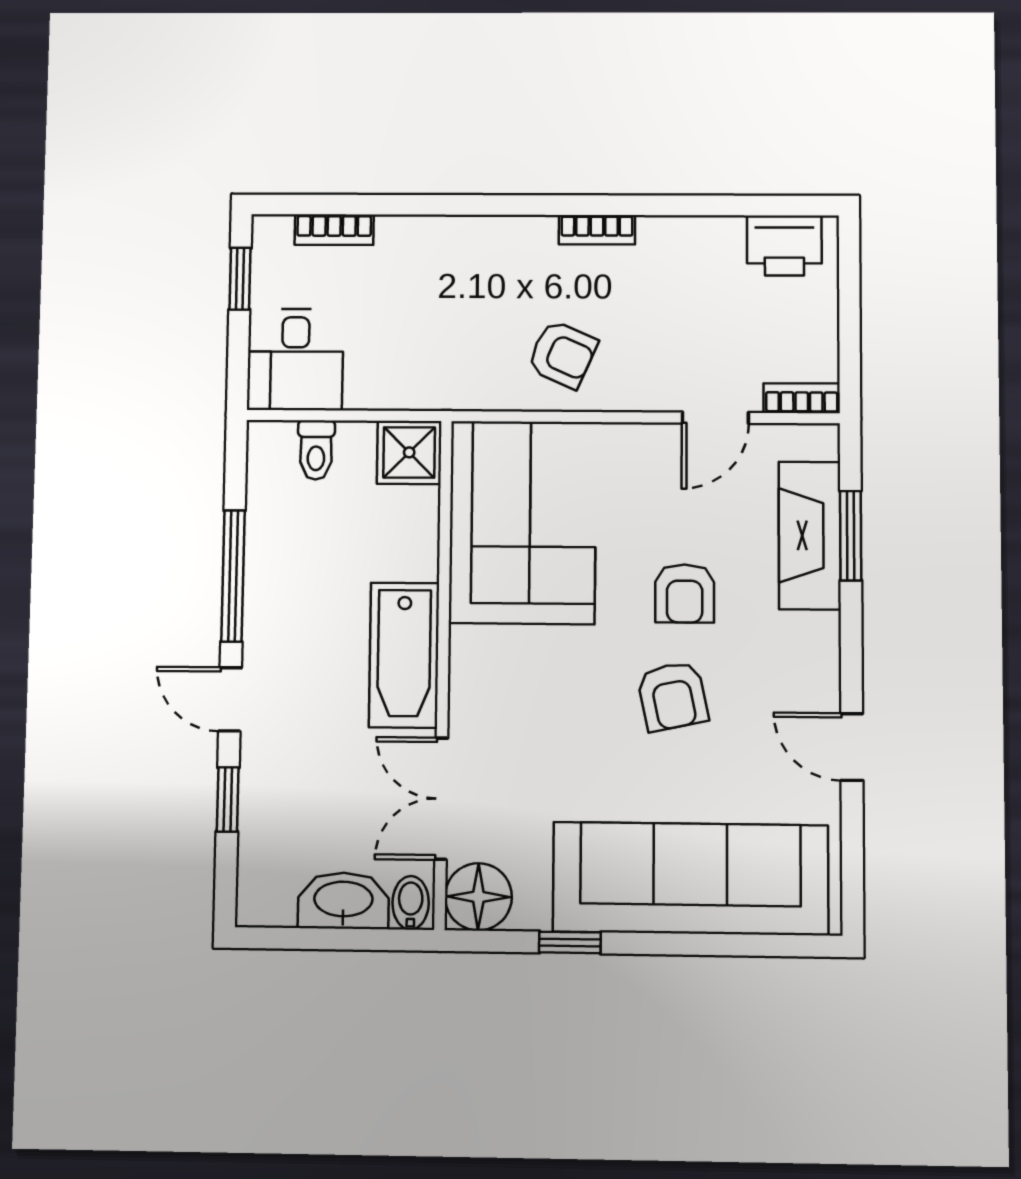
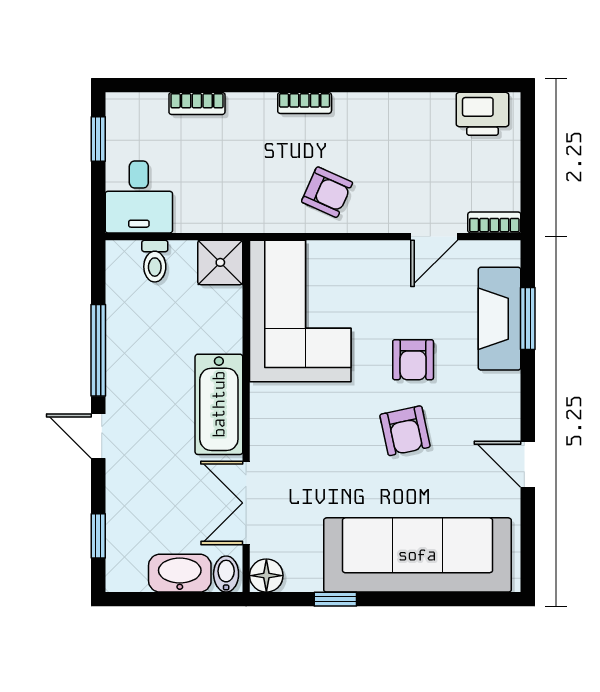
bookcase: (334, 230) -> (197, 103), moved
bookcase: (597, 230) -> (305, 103), moved
window: (228, 799) -> (98, 536), moved
floor lamp: (478, 897) -> (266, 576), width x0.73, depth x0.73

